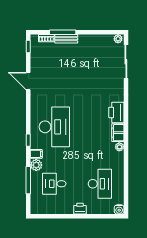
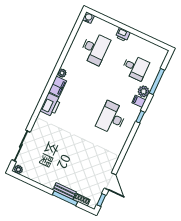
door: (28, 81) -> (110, 181), moved
desk: (54, 127) -> (112, 118), width x0.73, depth x0.77
desk: (100, 184) -> (95, 48), turned 180

